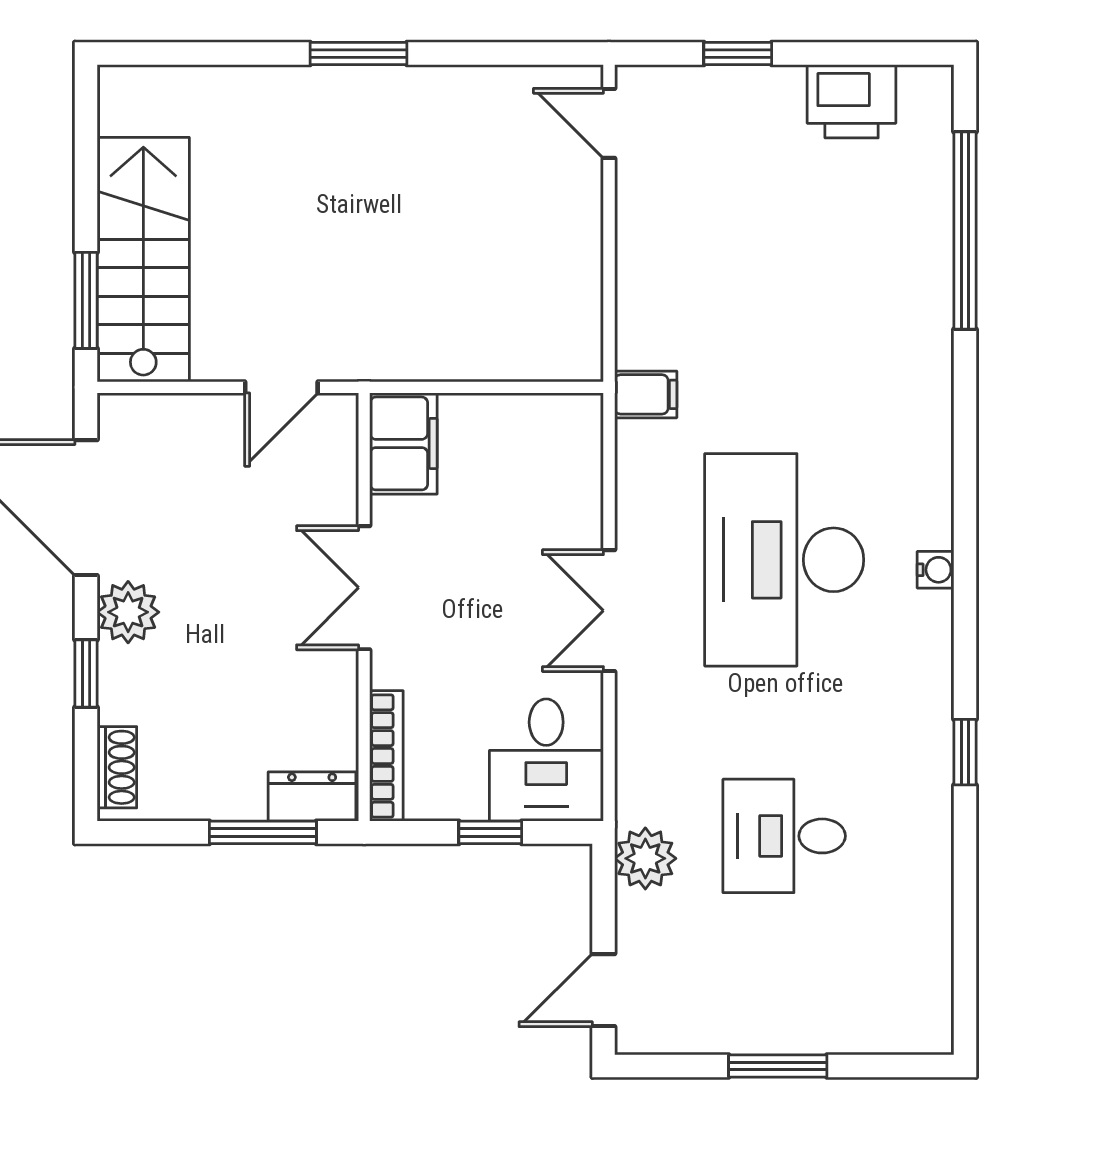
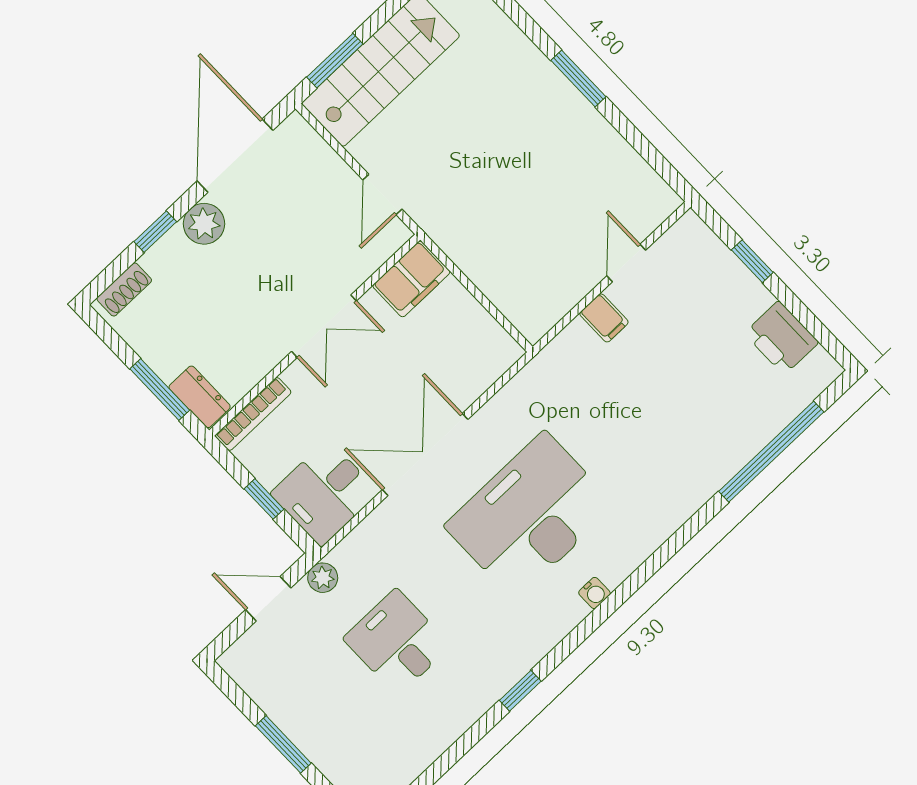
door: (609, 123) -> (626, 263), moved
door: (281, 387) -> (382, 194), hinge flipped
filing cabinet: (646, 394) -> (604, 318), moved
double door: (364, 588) -> (324, 326), swing flipped
double door: (609, 611) -> (425, 454), width x1.37
plant: (645, 858) -> (323, 578), width x0.73, depth x0.73
door: (603, 990) -> (268, 599), moved

